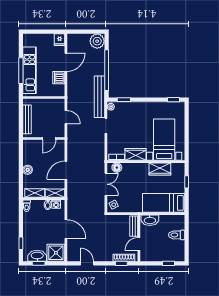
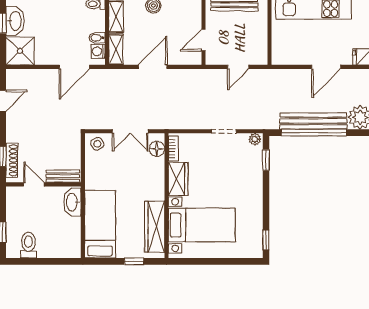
door: (66, 62) -> (326, 67), hinge flipped
dishwasher: (59, 78) -> (301, 56), removed
bench: (99, 97) -> (313, 121), moved
door: (49, 139) -> (204, 40), hinge flipped
wardrobe: (160, 169) -> (155, 227), width x1.50
door: (66, 170) -> (153, 67), hinge flipped
door: (66, 229) -> (74, 67), moved
toilet: (177, 235) -> (28, 245), moved

